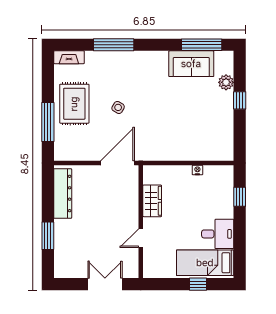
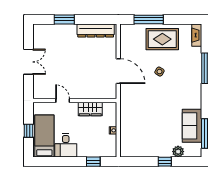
wardrobe: (152, 201) -> (90, 109), moved
wall: (141, 222) -> (75, 100), moved
door: (141, 238) -> (63, 100), moved

